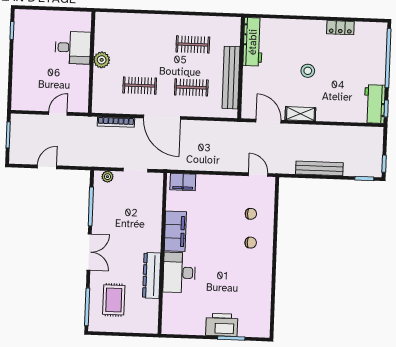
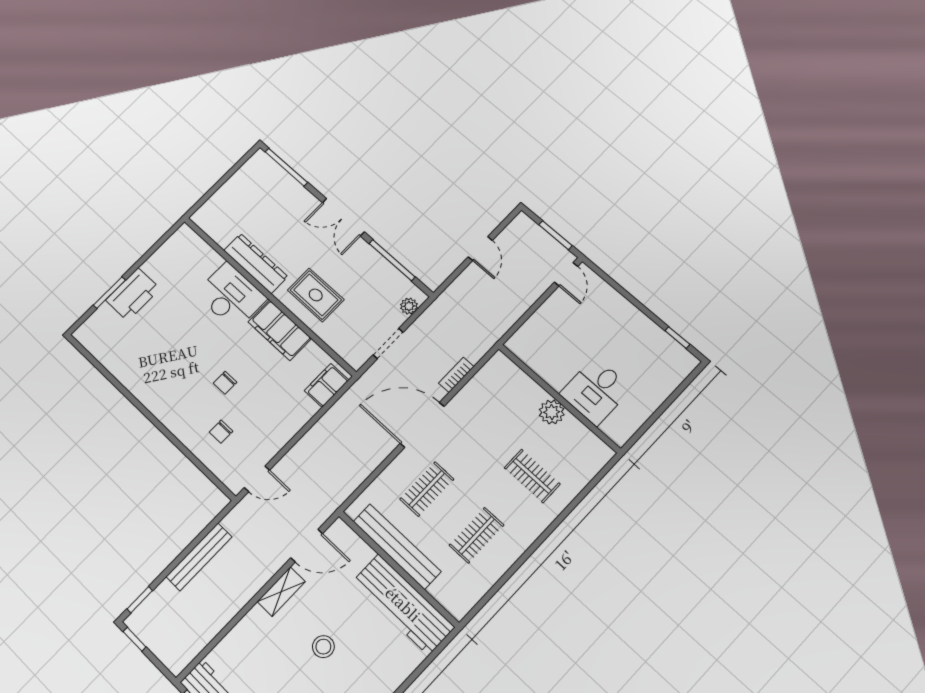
workbench: (253, 42) -> (403, 604), width x1.36, depth x1.32
clothes rail: (140, 86) -> (532, 476), moved, turned 90
door: (58, 113) -> (566, 274), moved
bookcase: (116, 122) -> (456, 375), width x0.64
chair: (251, 243) -> (225, 383), moved
rug: (114, 300) -> (316, 295), moved

